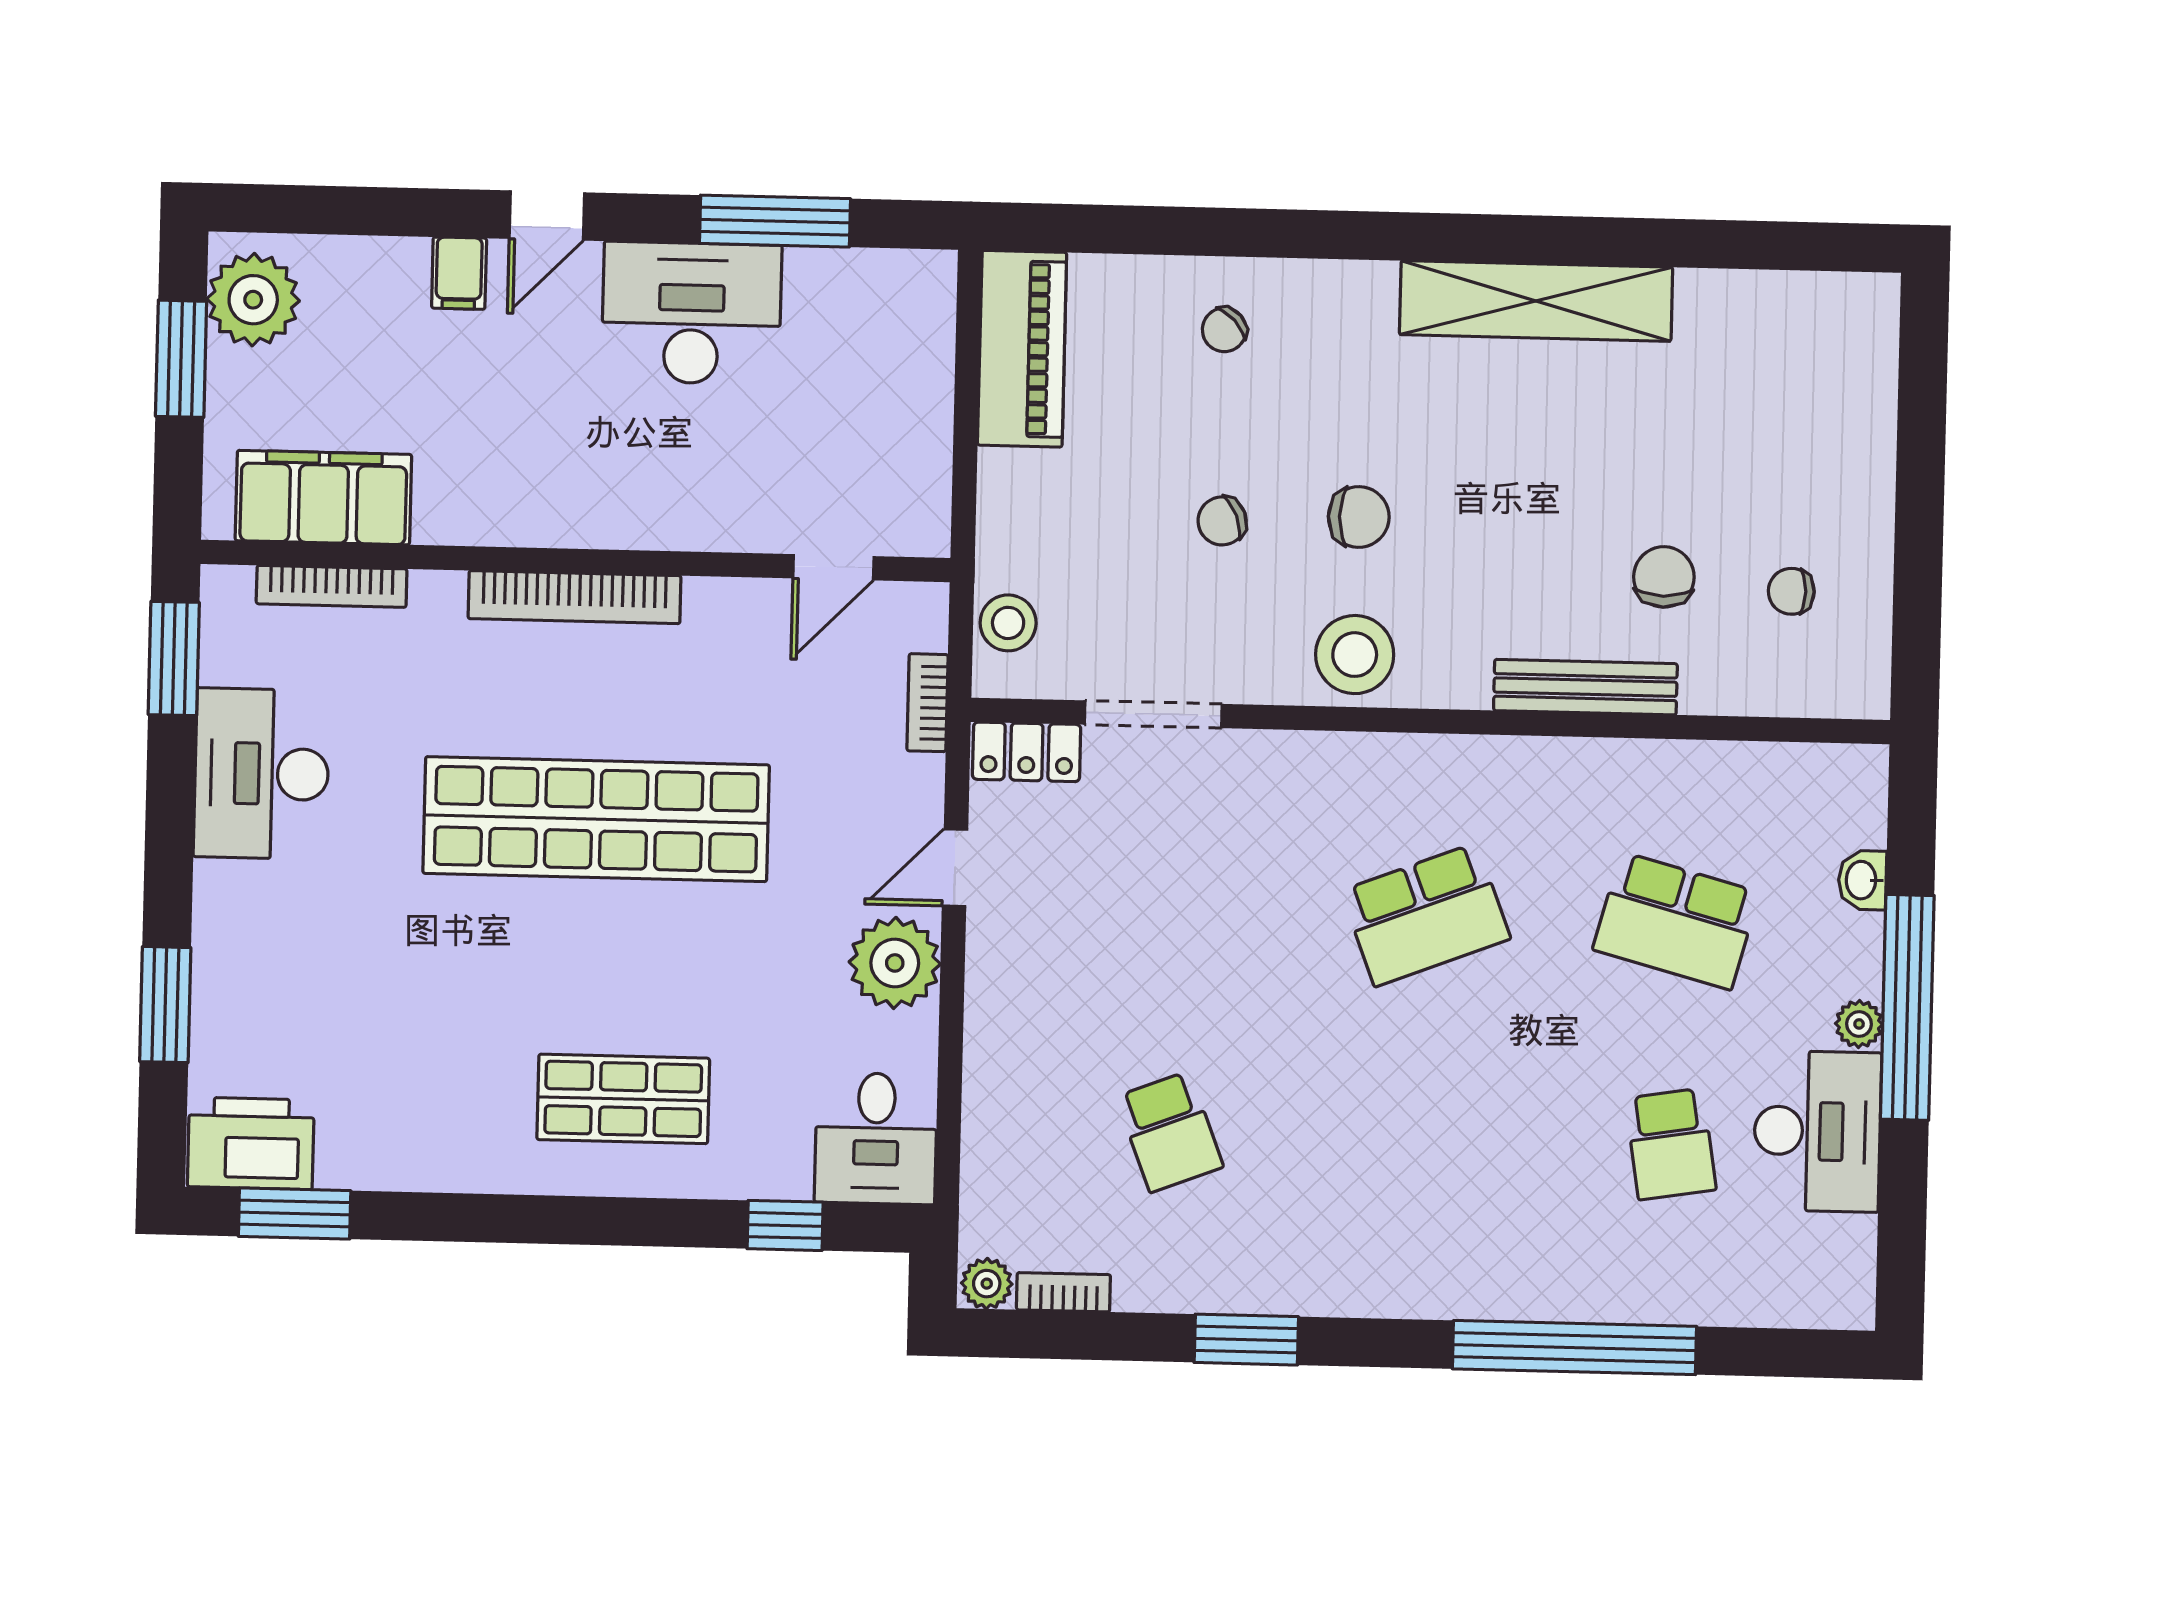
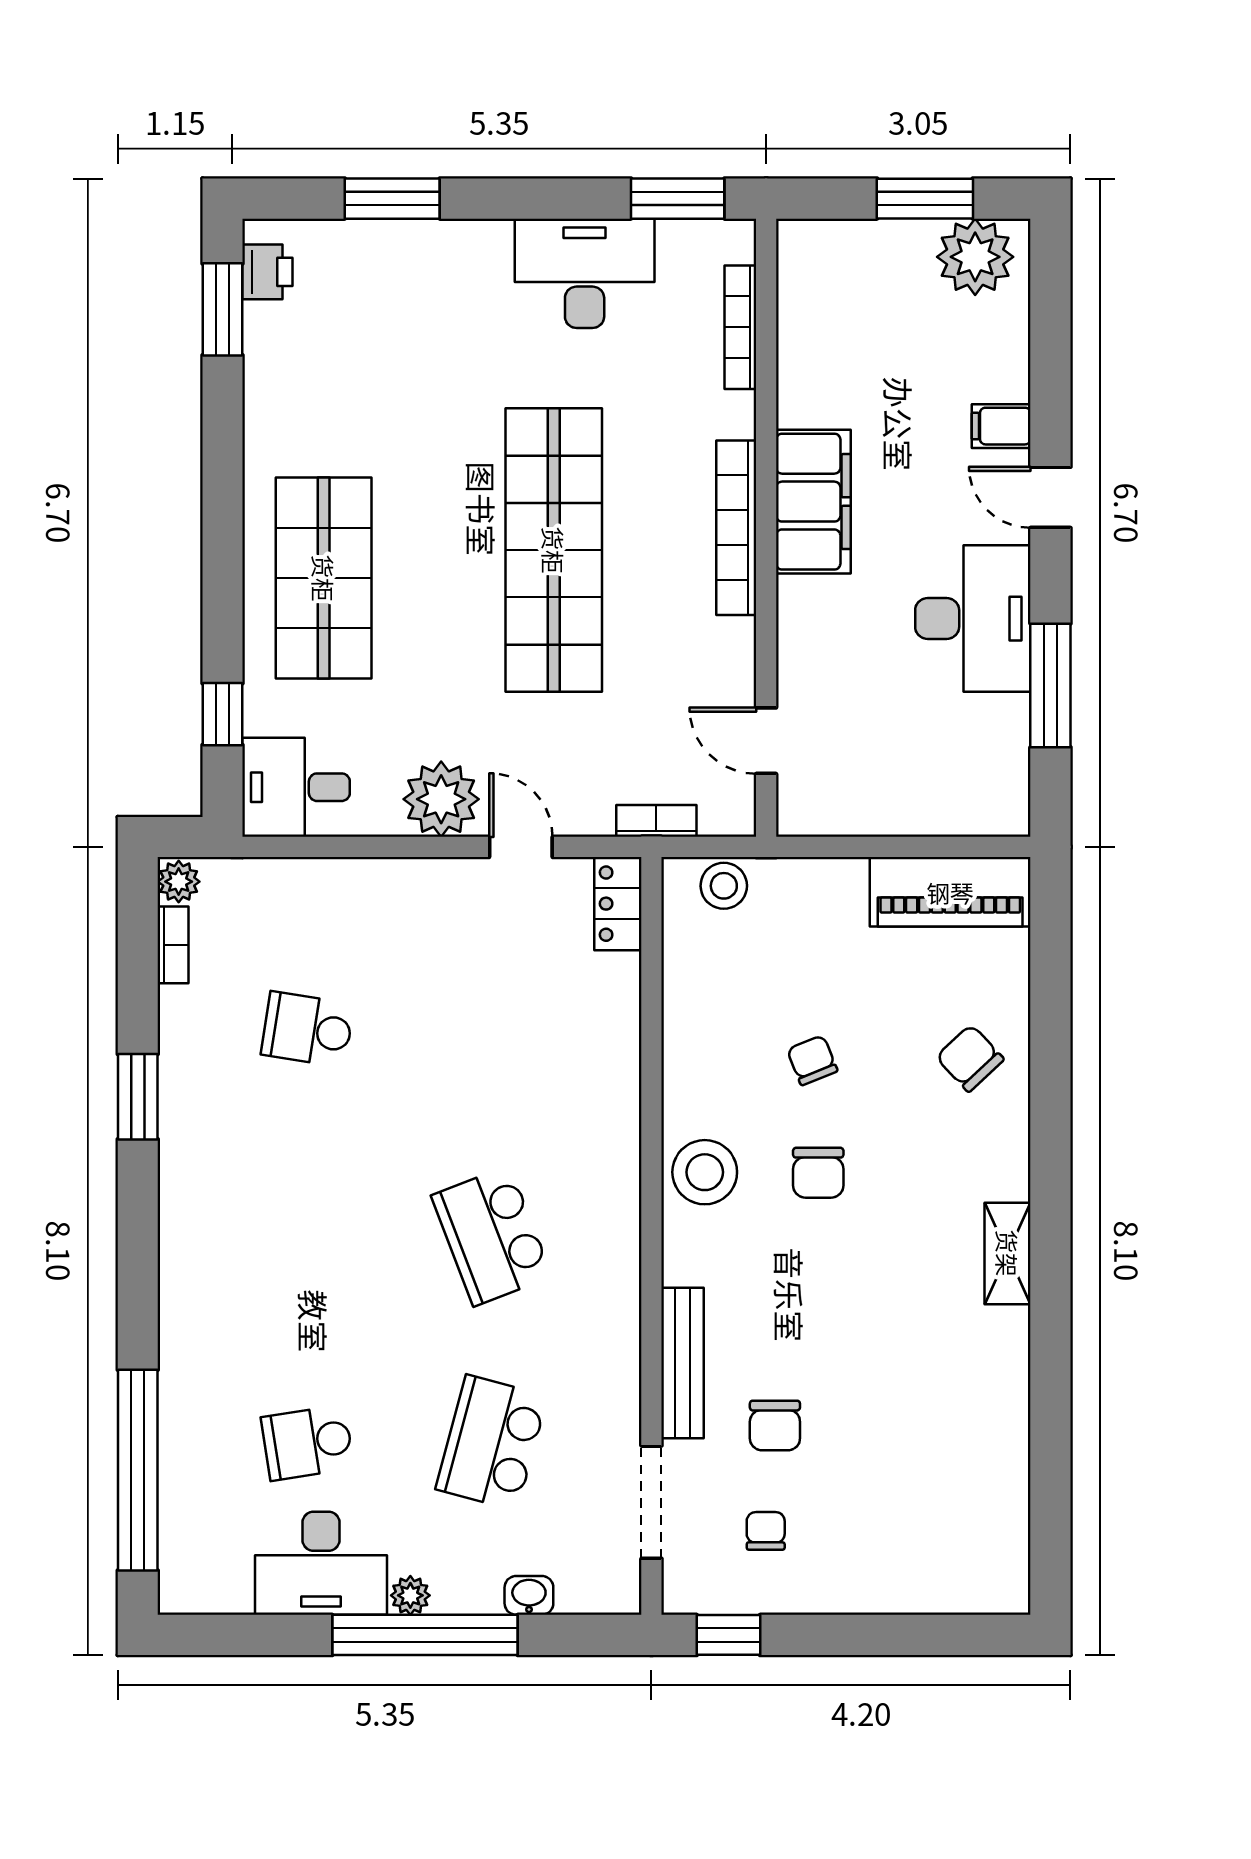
shelving: (1536, 301) -> (1008, 1253), width x0.45, depth x0.75
chair: (1224, 330) -> (970, 1058), width x1.37, depth x1.37
filing cabinet: (323, 498) -> (813, 502), moved
chair: (1664, 577) -> (775, 1426), turned 90
window: (1916, 639) -> (728, 1635), added
doorway: (1153, 714) -> (651, 1502), moved
shop shelf: (623, 1099) -> (324, 578), width x1.43, depth x1.36
school desk: (1170, 1132) -> (308, 1029), turned 30
printer: (251, 1143) -> (267, 272), width x0.53, depth x0.68
window: (1574, 1348) -> (138, 1470), moved

